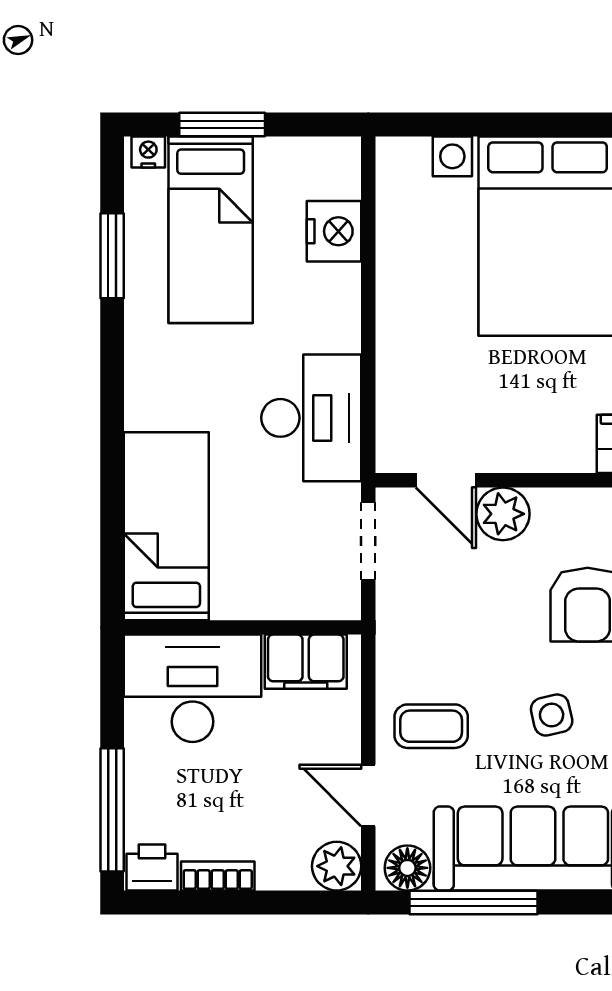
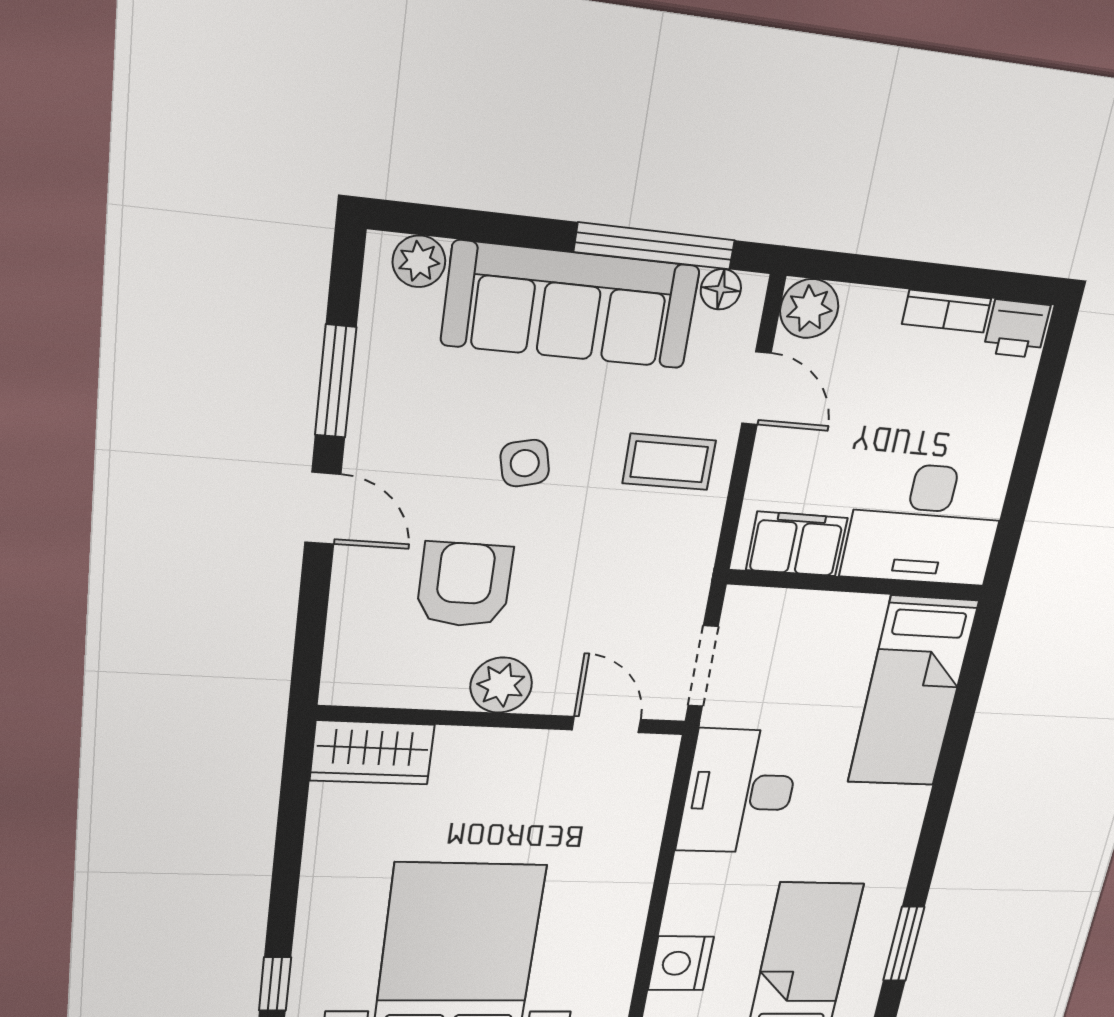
plant: (503, 514) -> (501, 685), moved
window: (112, 810) -> (1043, 399), removed
floor lamp: (407, 868) -> (721, 289), width x0.73, depth x0.73

